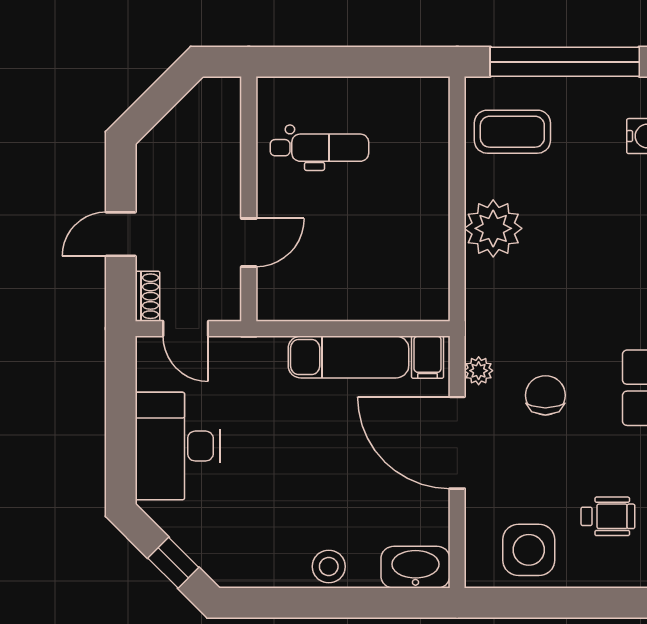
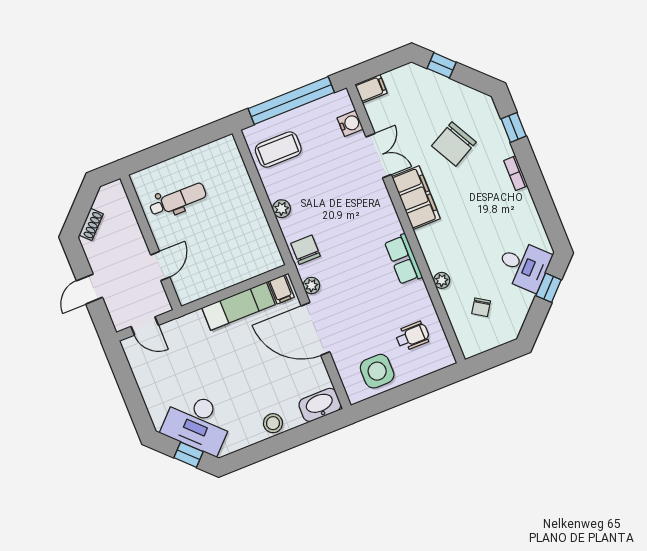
plant: (493, 228) -> (282, 209), width x0.53, depth x0.53
shoe rack: (148, 296) -> (91, 224), moved, turned 45
chair: (545, 395) -> (306, 250), moved
desk: (178, 446) -> (198, 423), moved, turned -45

